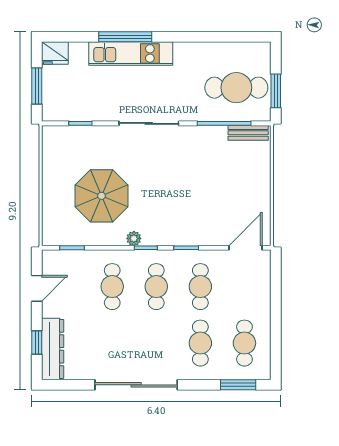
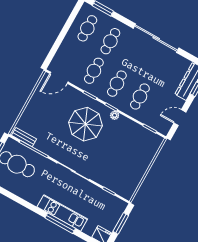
parasol: (101, 196) -> (85, 124), moved

